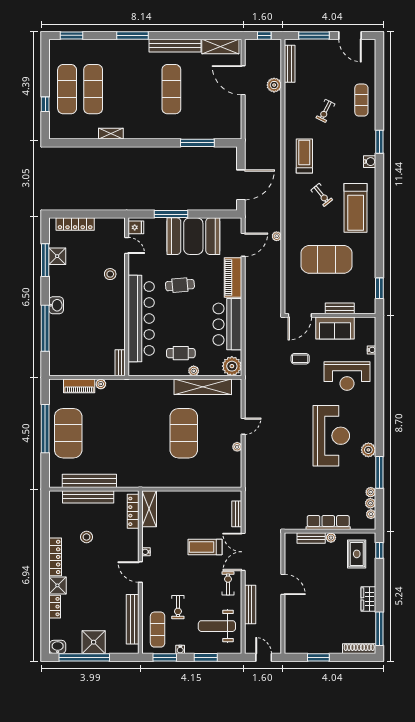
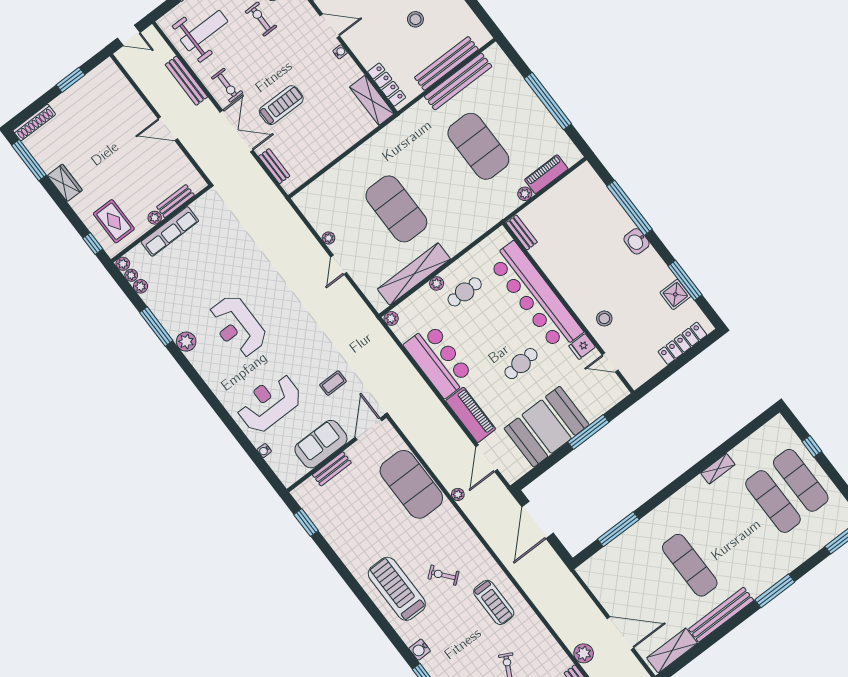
fridge: (136, 227) -> (582, 346), moved
exercise mat: (327, 259) -> (411, 484), moved, turned 90
plant: (232, 366) -> (391, 318), width x0.53, depth x0.53
exercise mat: (68, 433) -> (478, 146), moved
reception desk: (331, 436) -> (237, 326), width x0.74, depth x0.77
plant: (371, 492) -> (123, 264), moved

